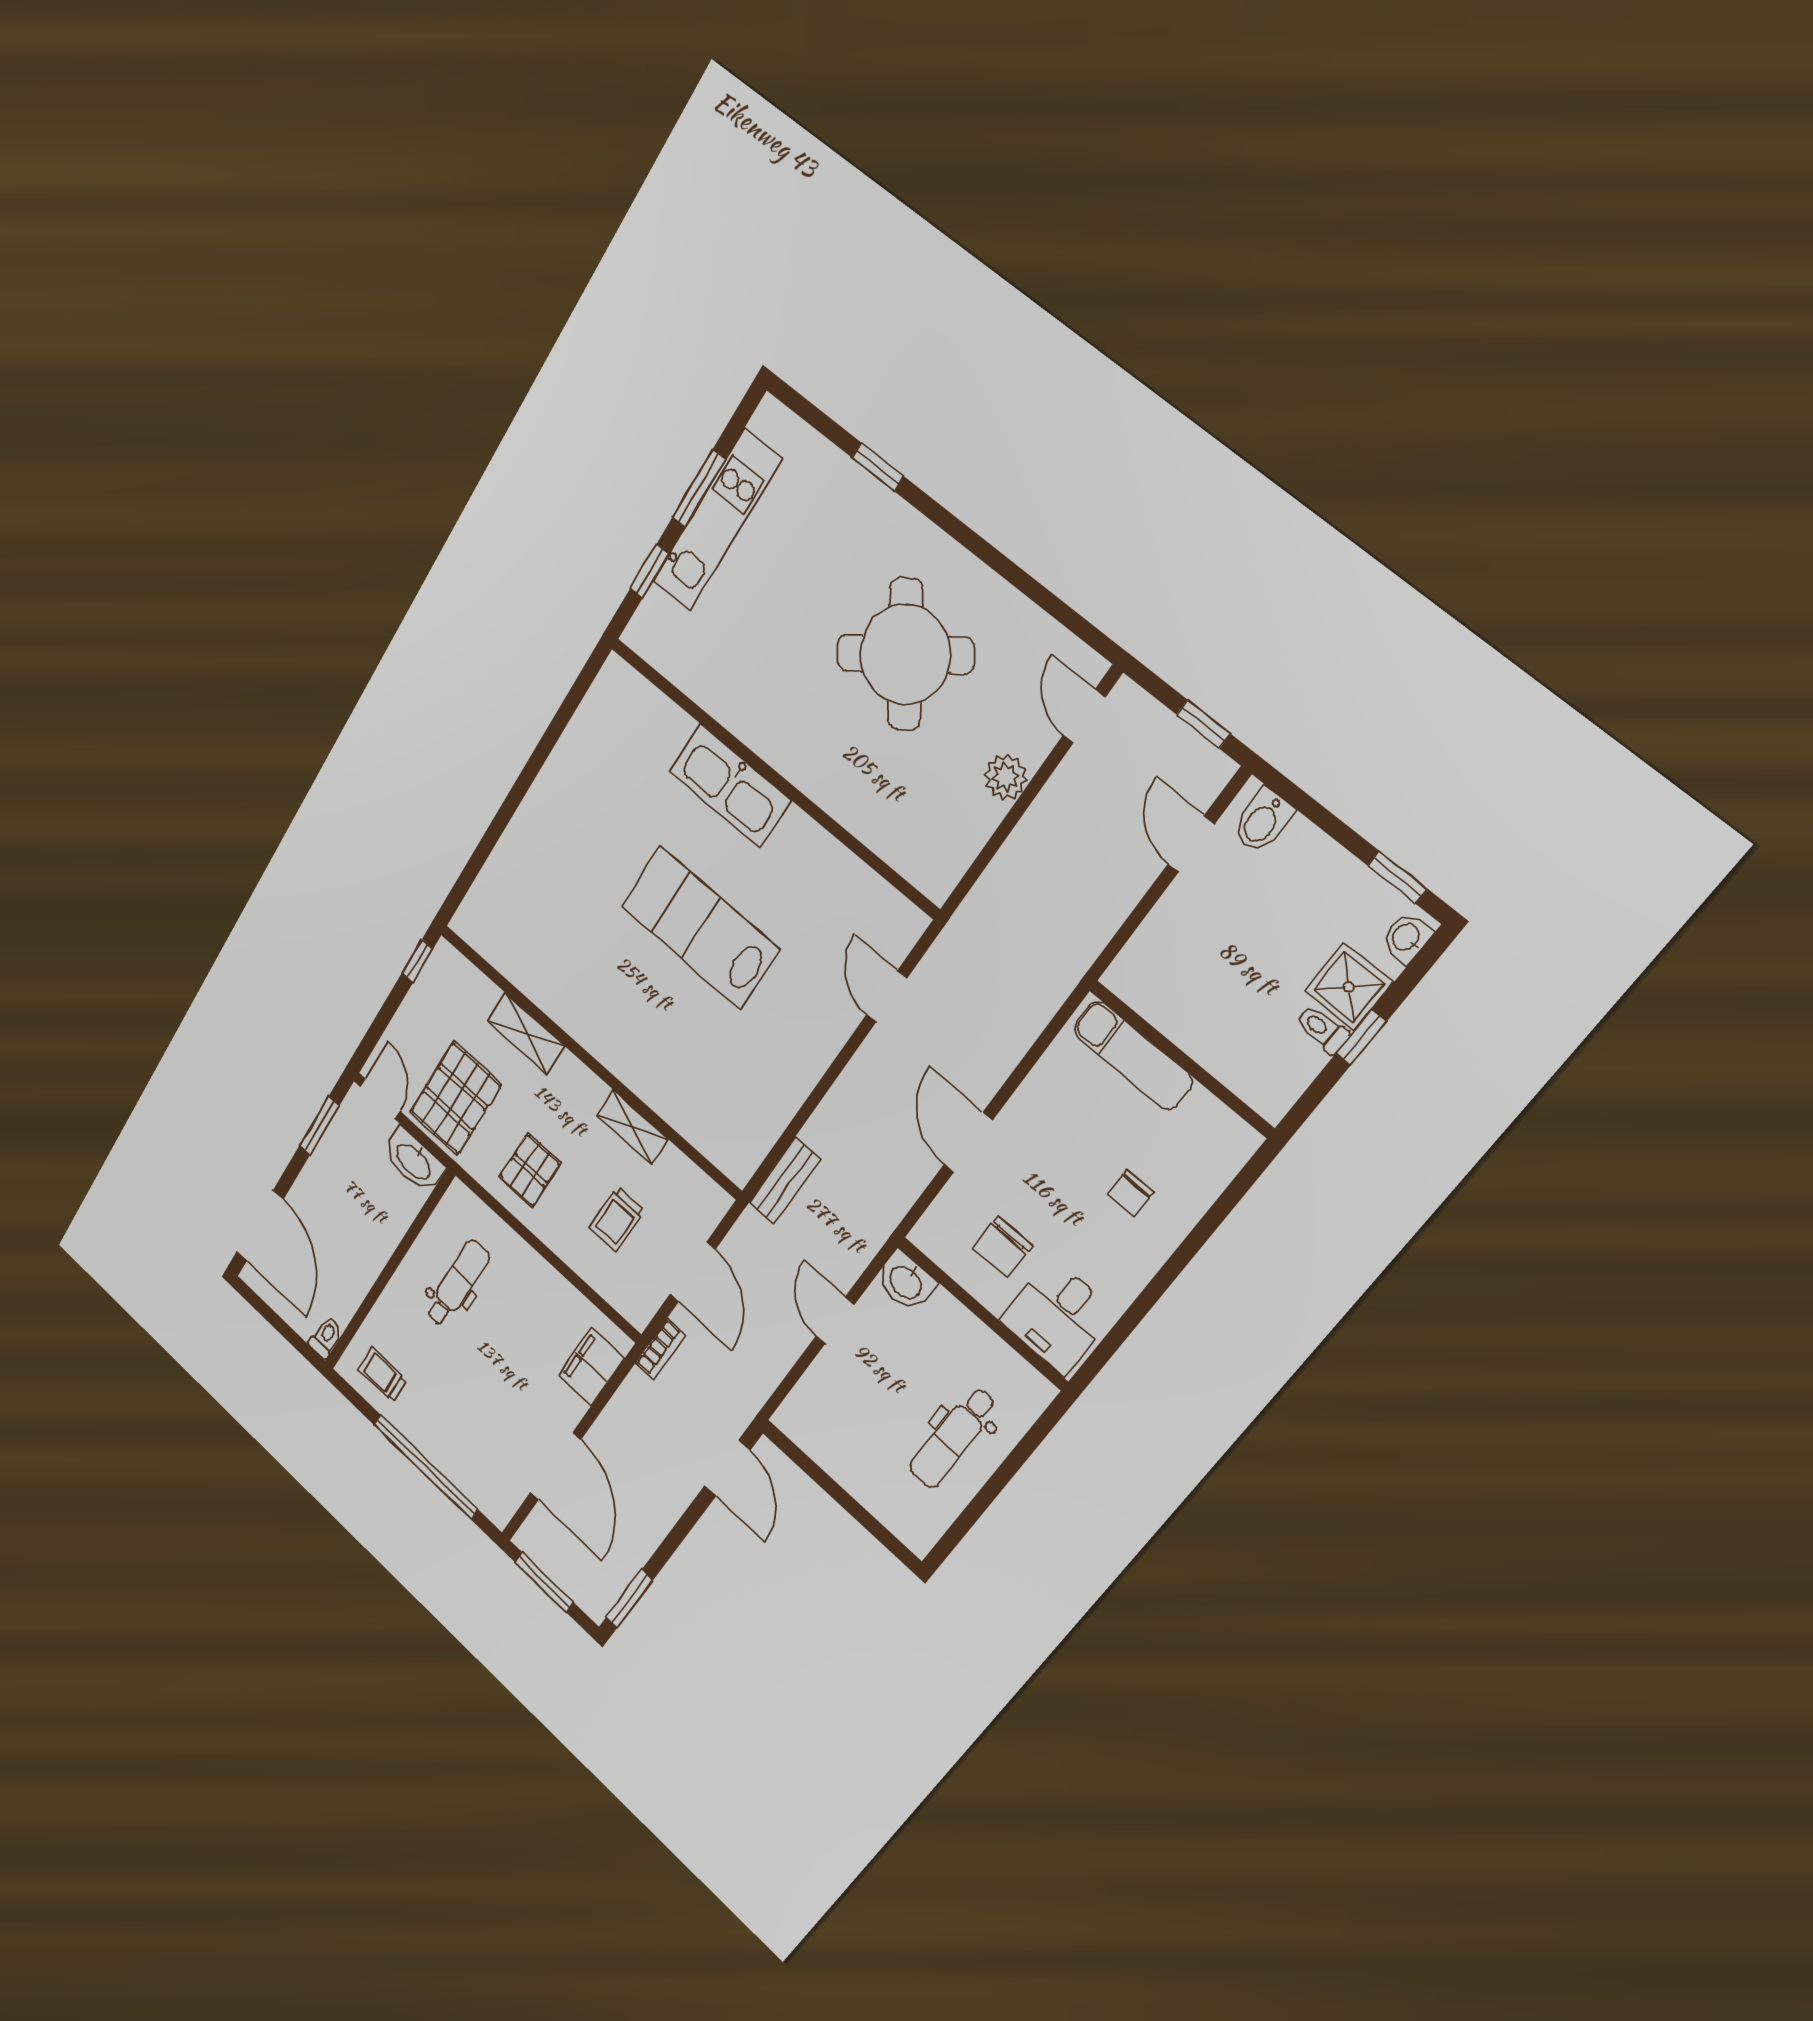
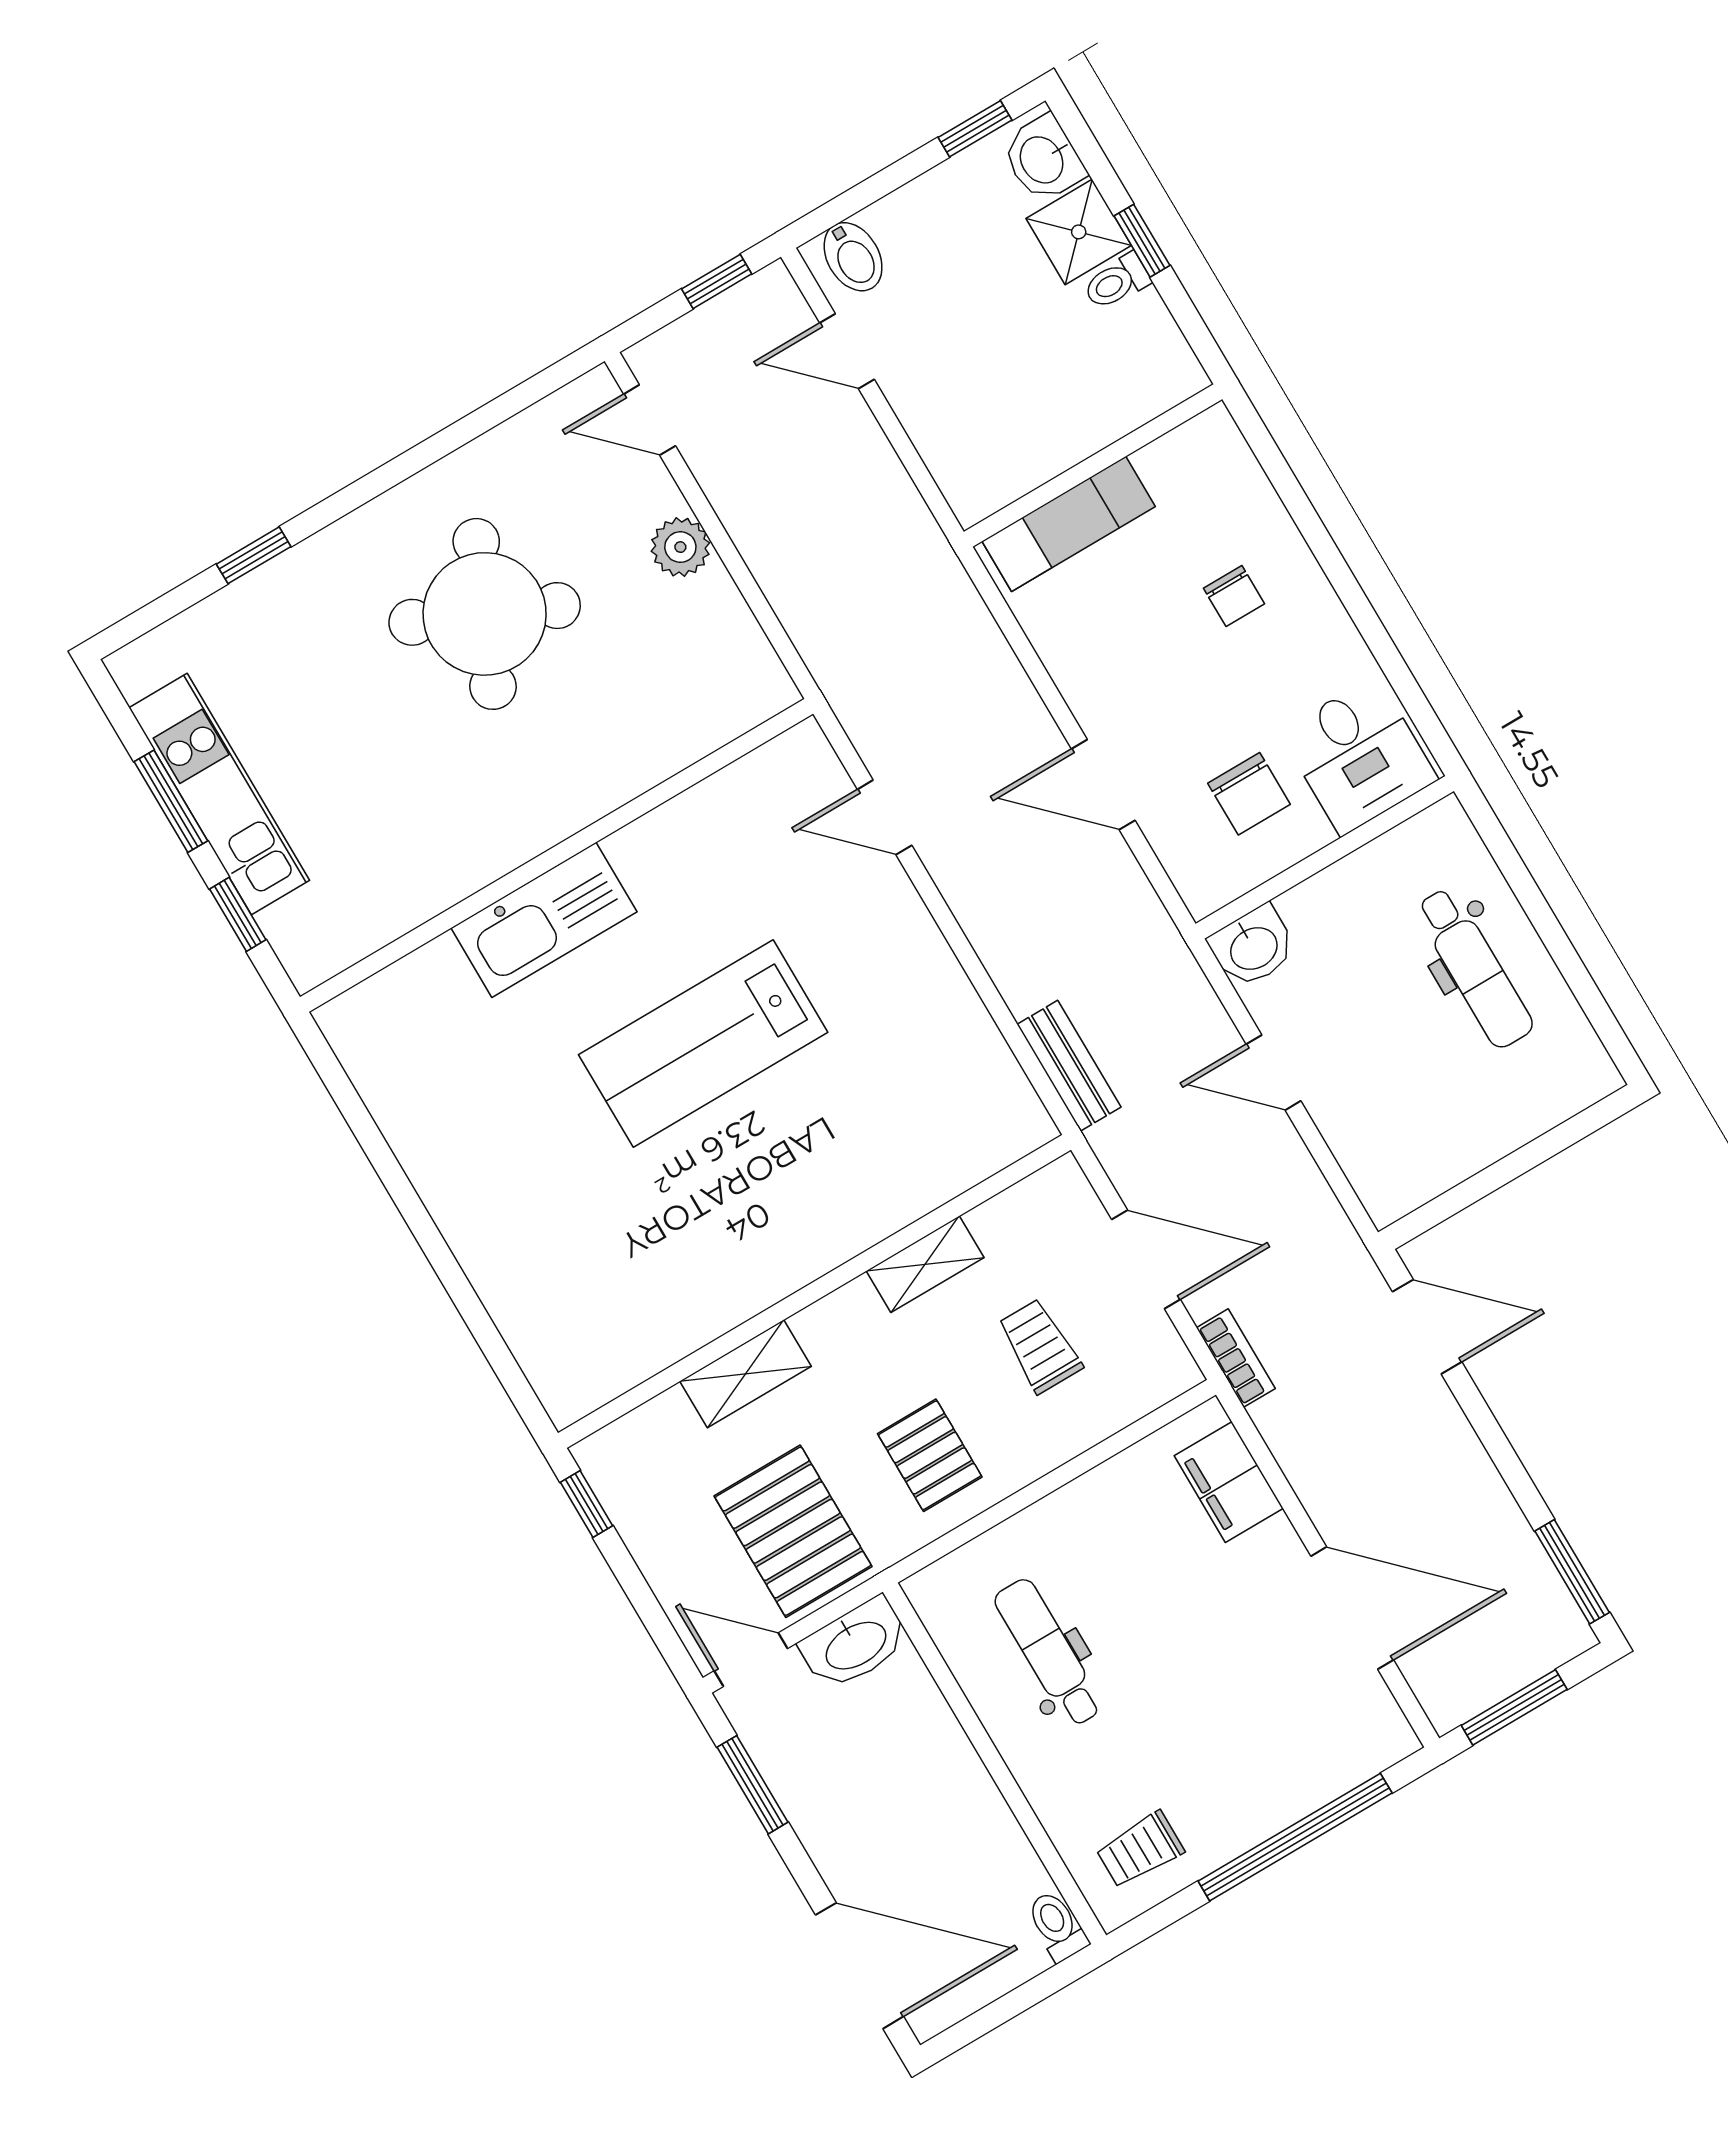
round table: (905, 654) -> (485, 614), turned -31
washbasin: (1406, 938) -> (1043, 159), width x1.38, depth x1.45
trolley: (617, 1219) -> (1040, 1346), turned 180

